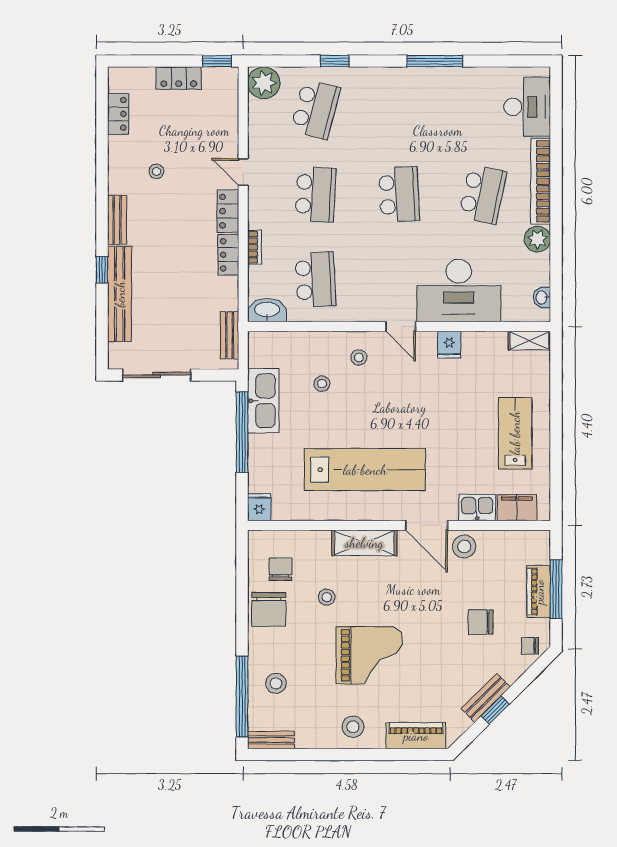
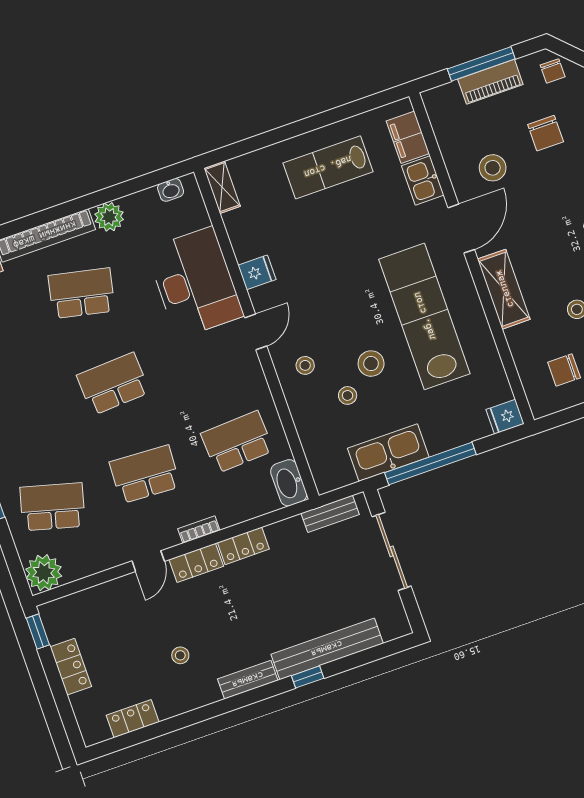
bookcase: (255, 247) -> (199, 530), moved
sliding door: (157, 375) -> (392, 551), moved
stool: (341, 412) -> (371, 364), added
stool: (464, 546) -> (493, 168), moved

